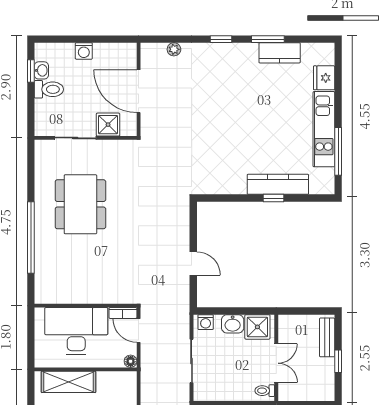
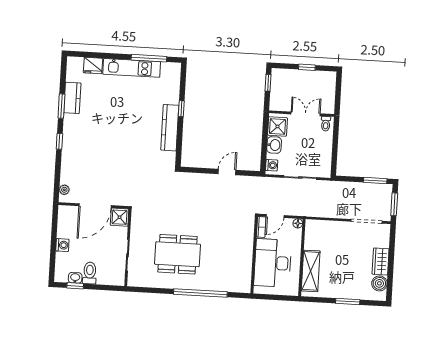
plant: (174, 49) -> (64, 190), moved
shower: (108, 125) -> (120, 217), moved
kitchen counter: (278, 184) -> (170, 128), moved
window: (314, 311) -> (268, 83), added
bench: (327, 337) -> (288, 74), removed

